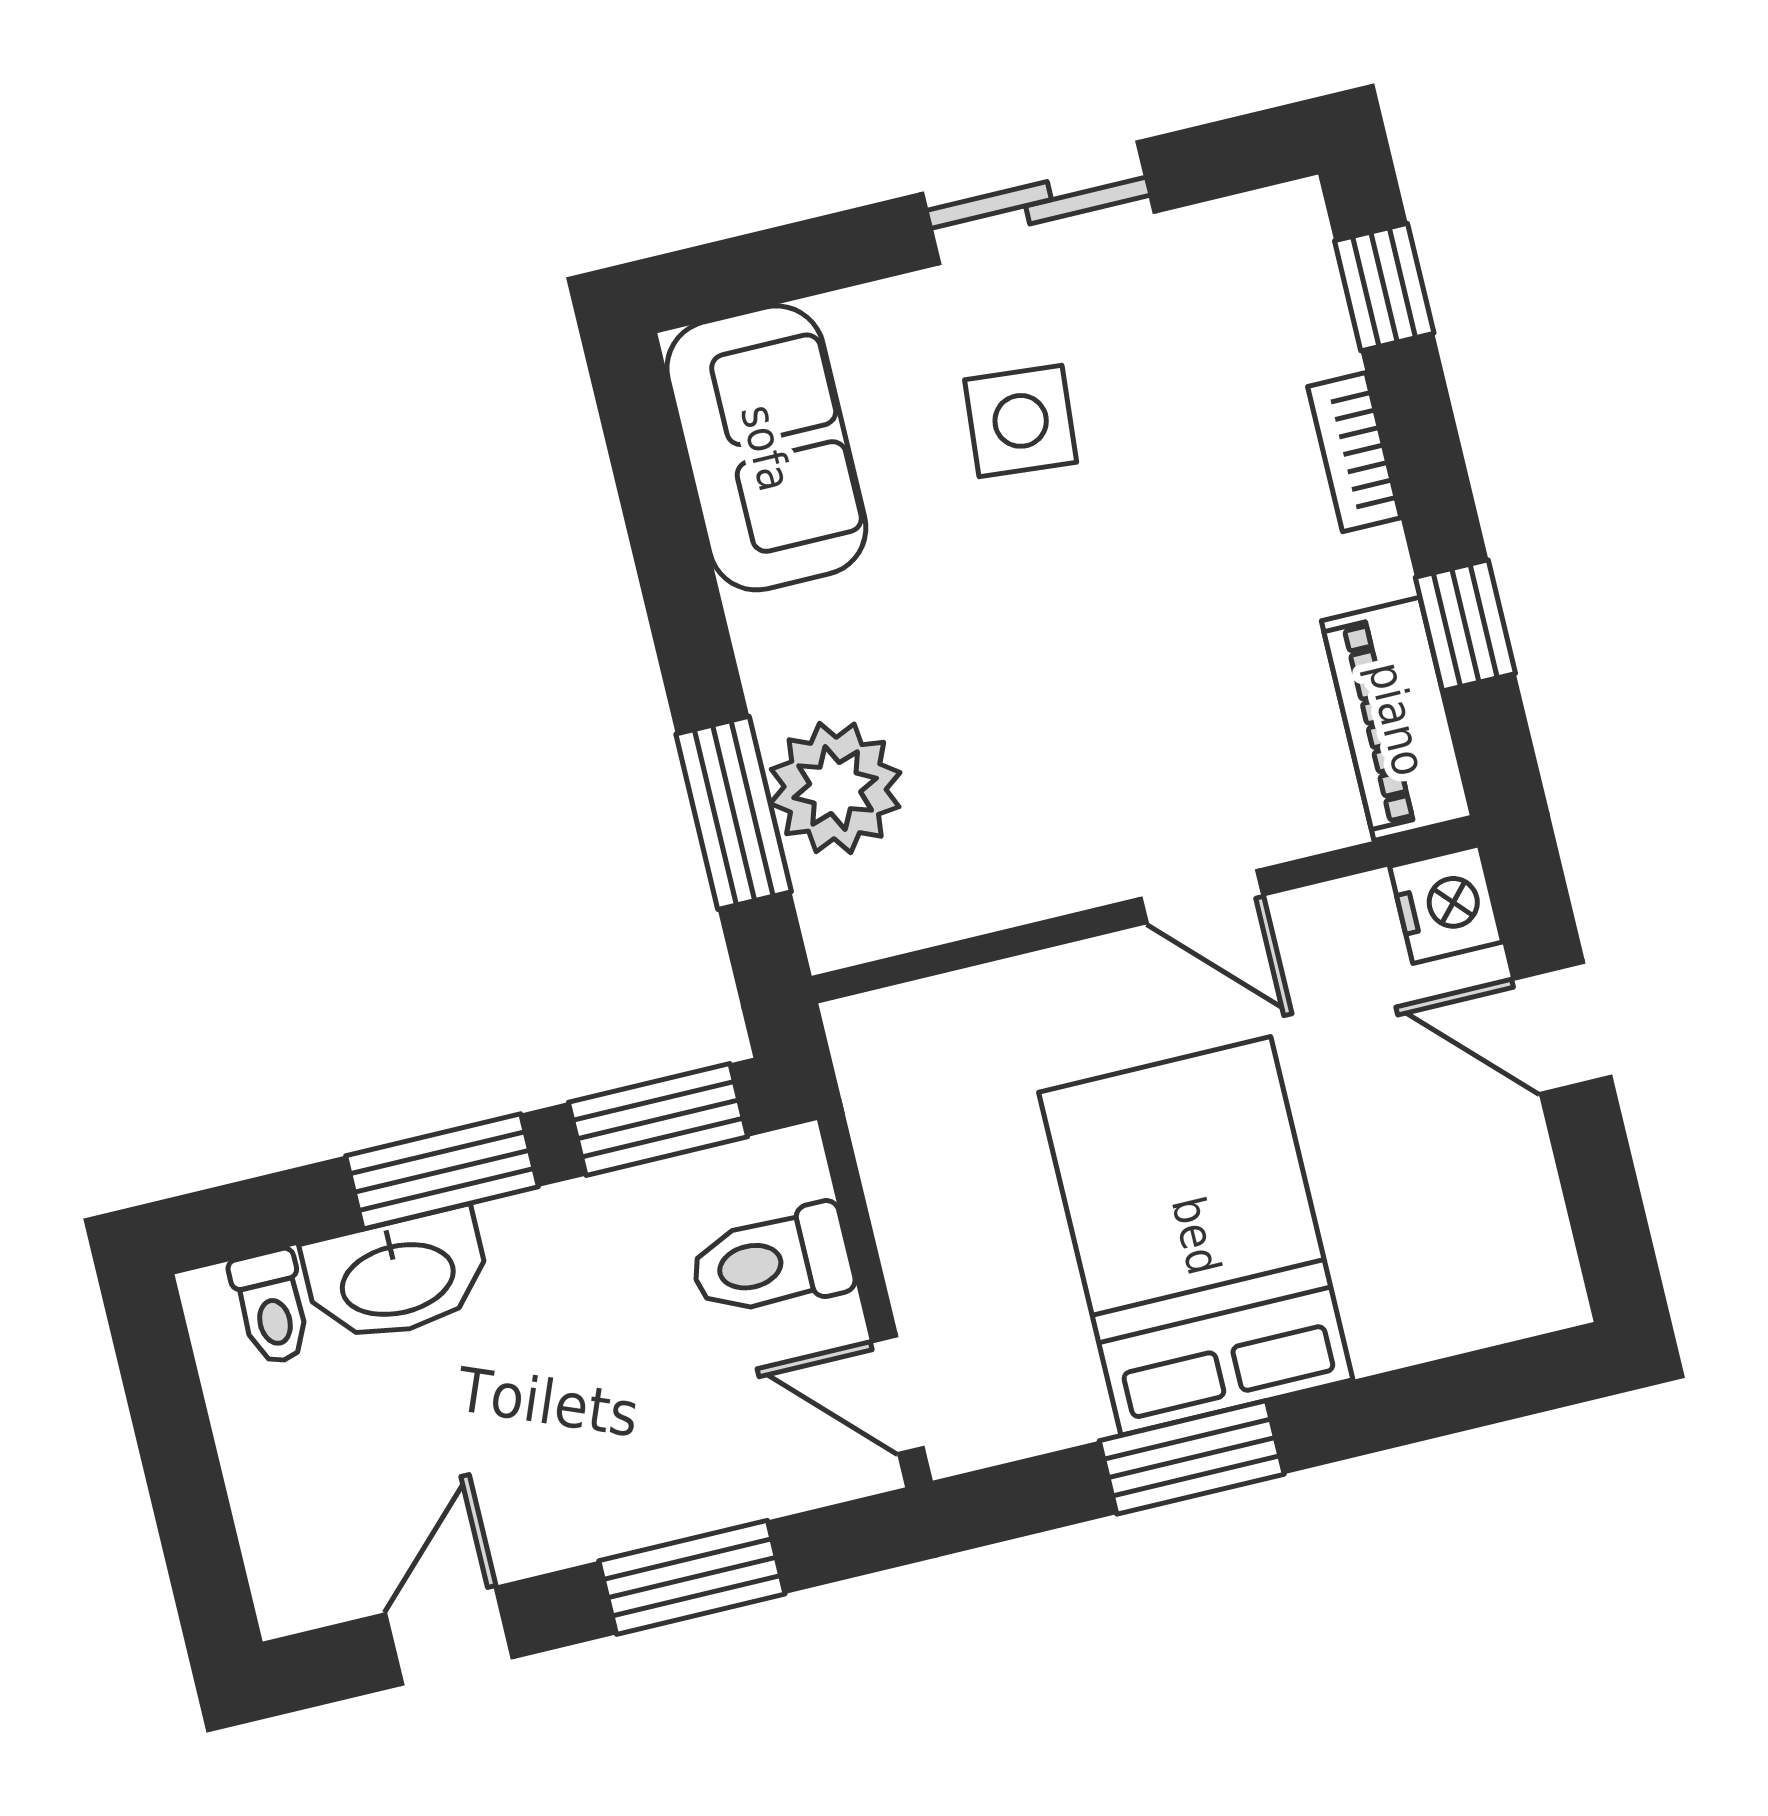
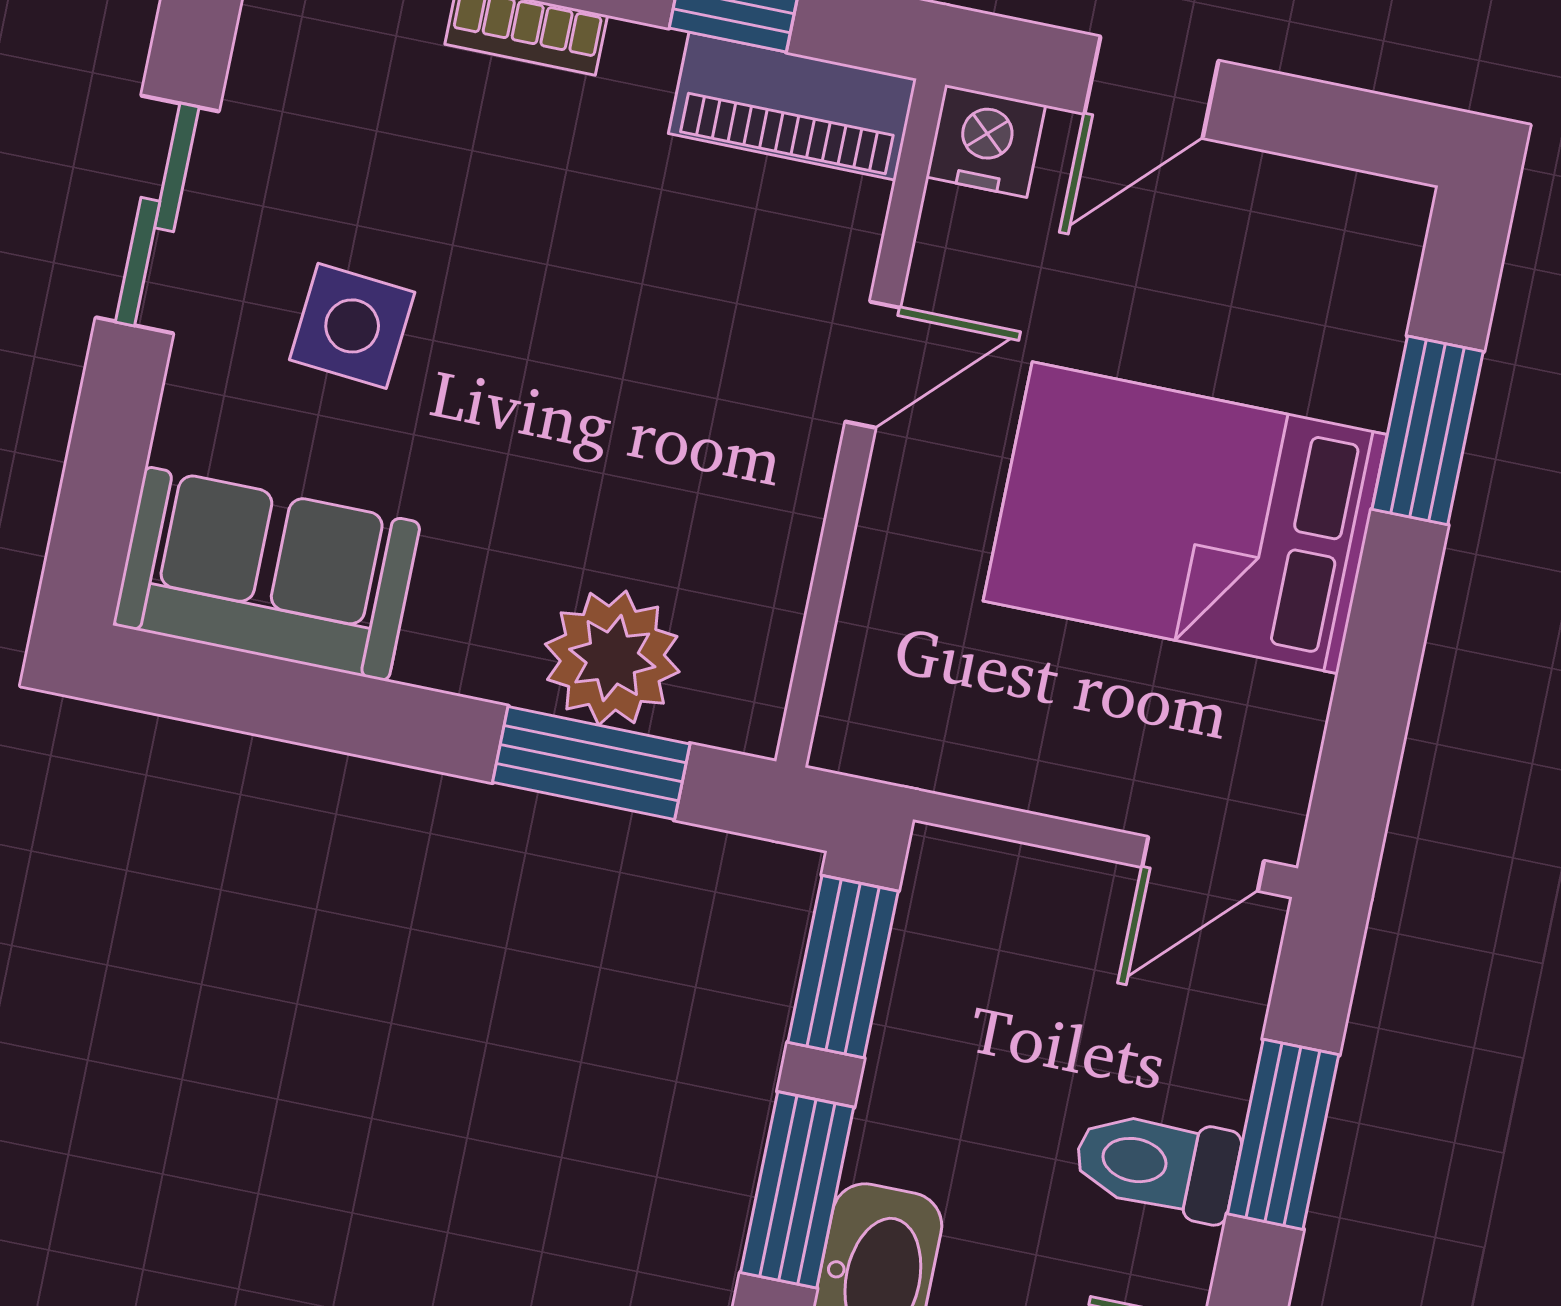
toilet: (771, 1262) -> (1156, 1164), moved, turned 90
window: (1192, 1457) -> (1428, 430), moved

